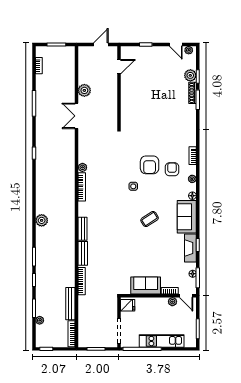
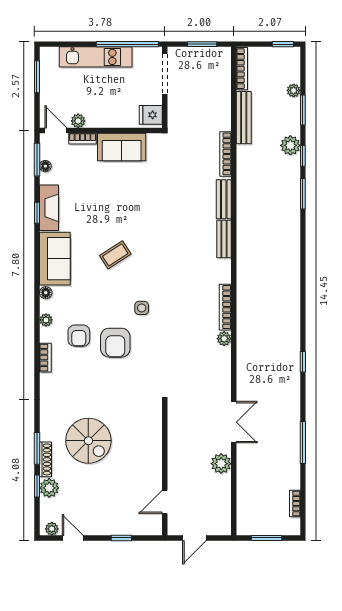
spiral stairs: (166, 104) -> (88, 441), added
armchair: (150, 165) -> (115, 343), turned 180
plant: (42, 220) -> (290, 145), moved

